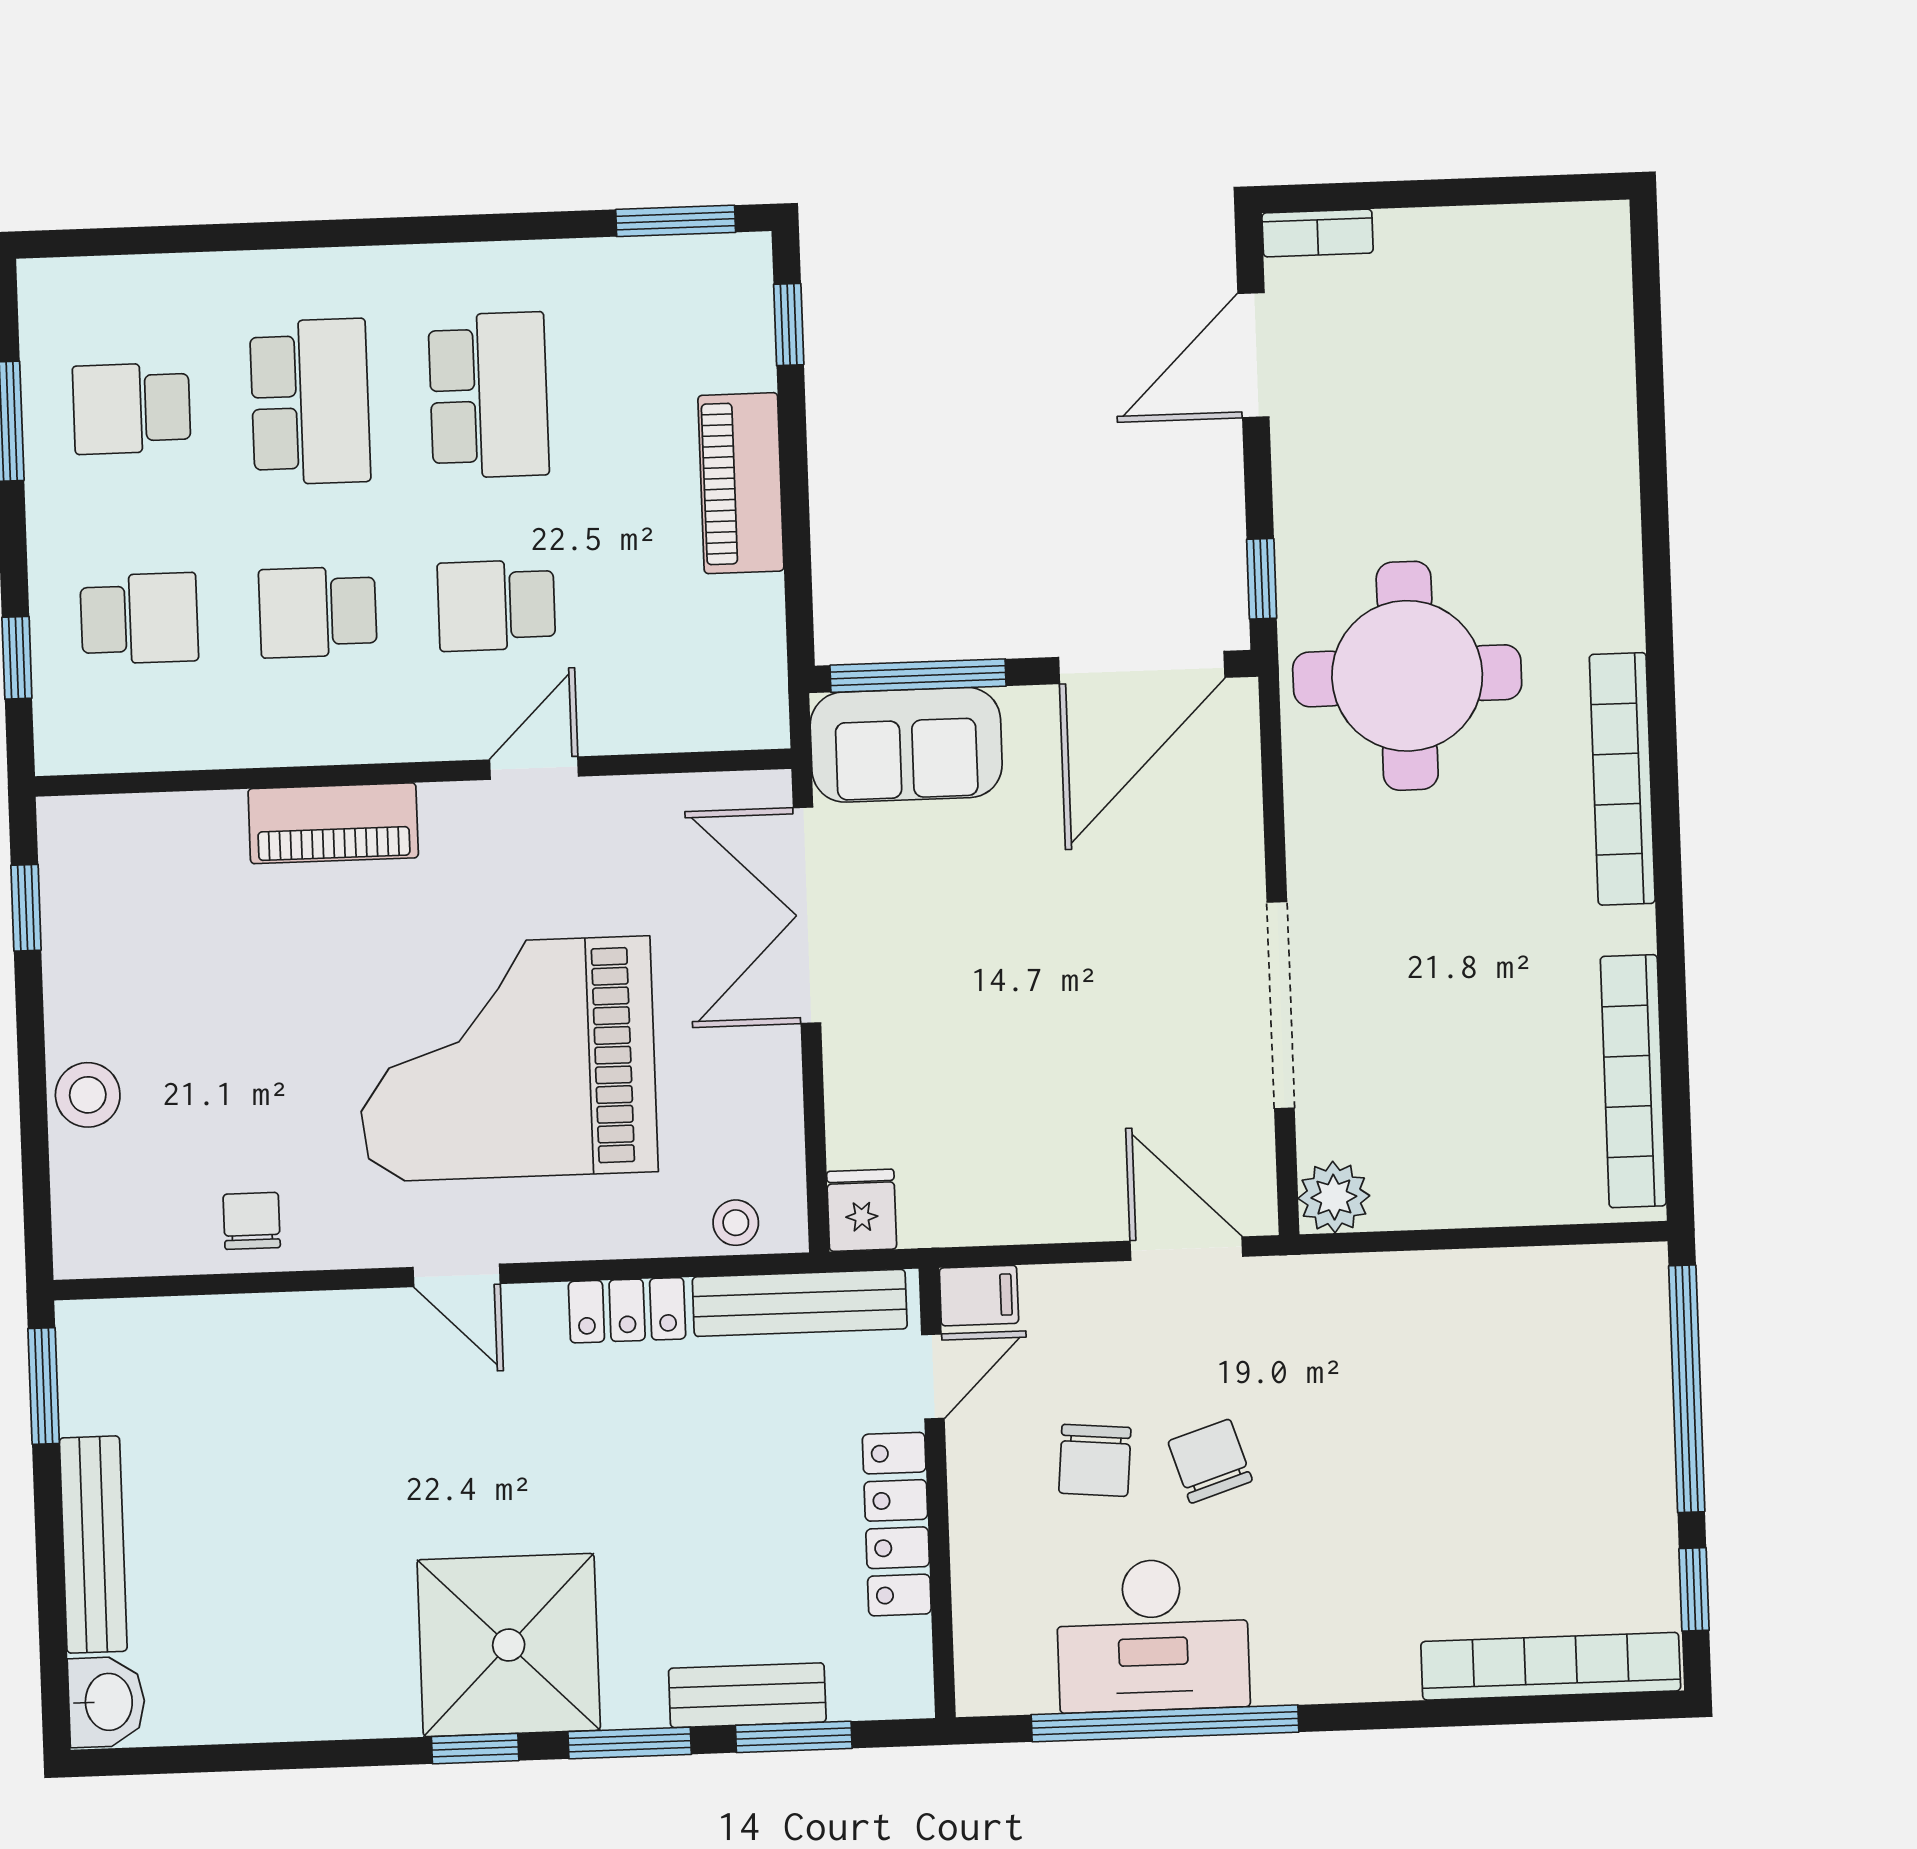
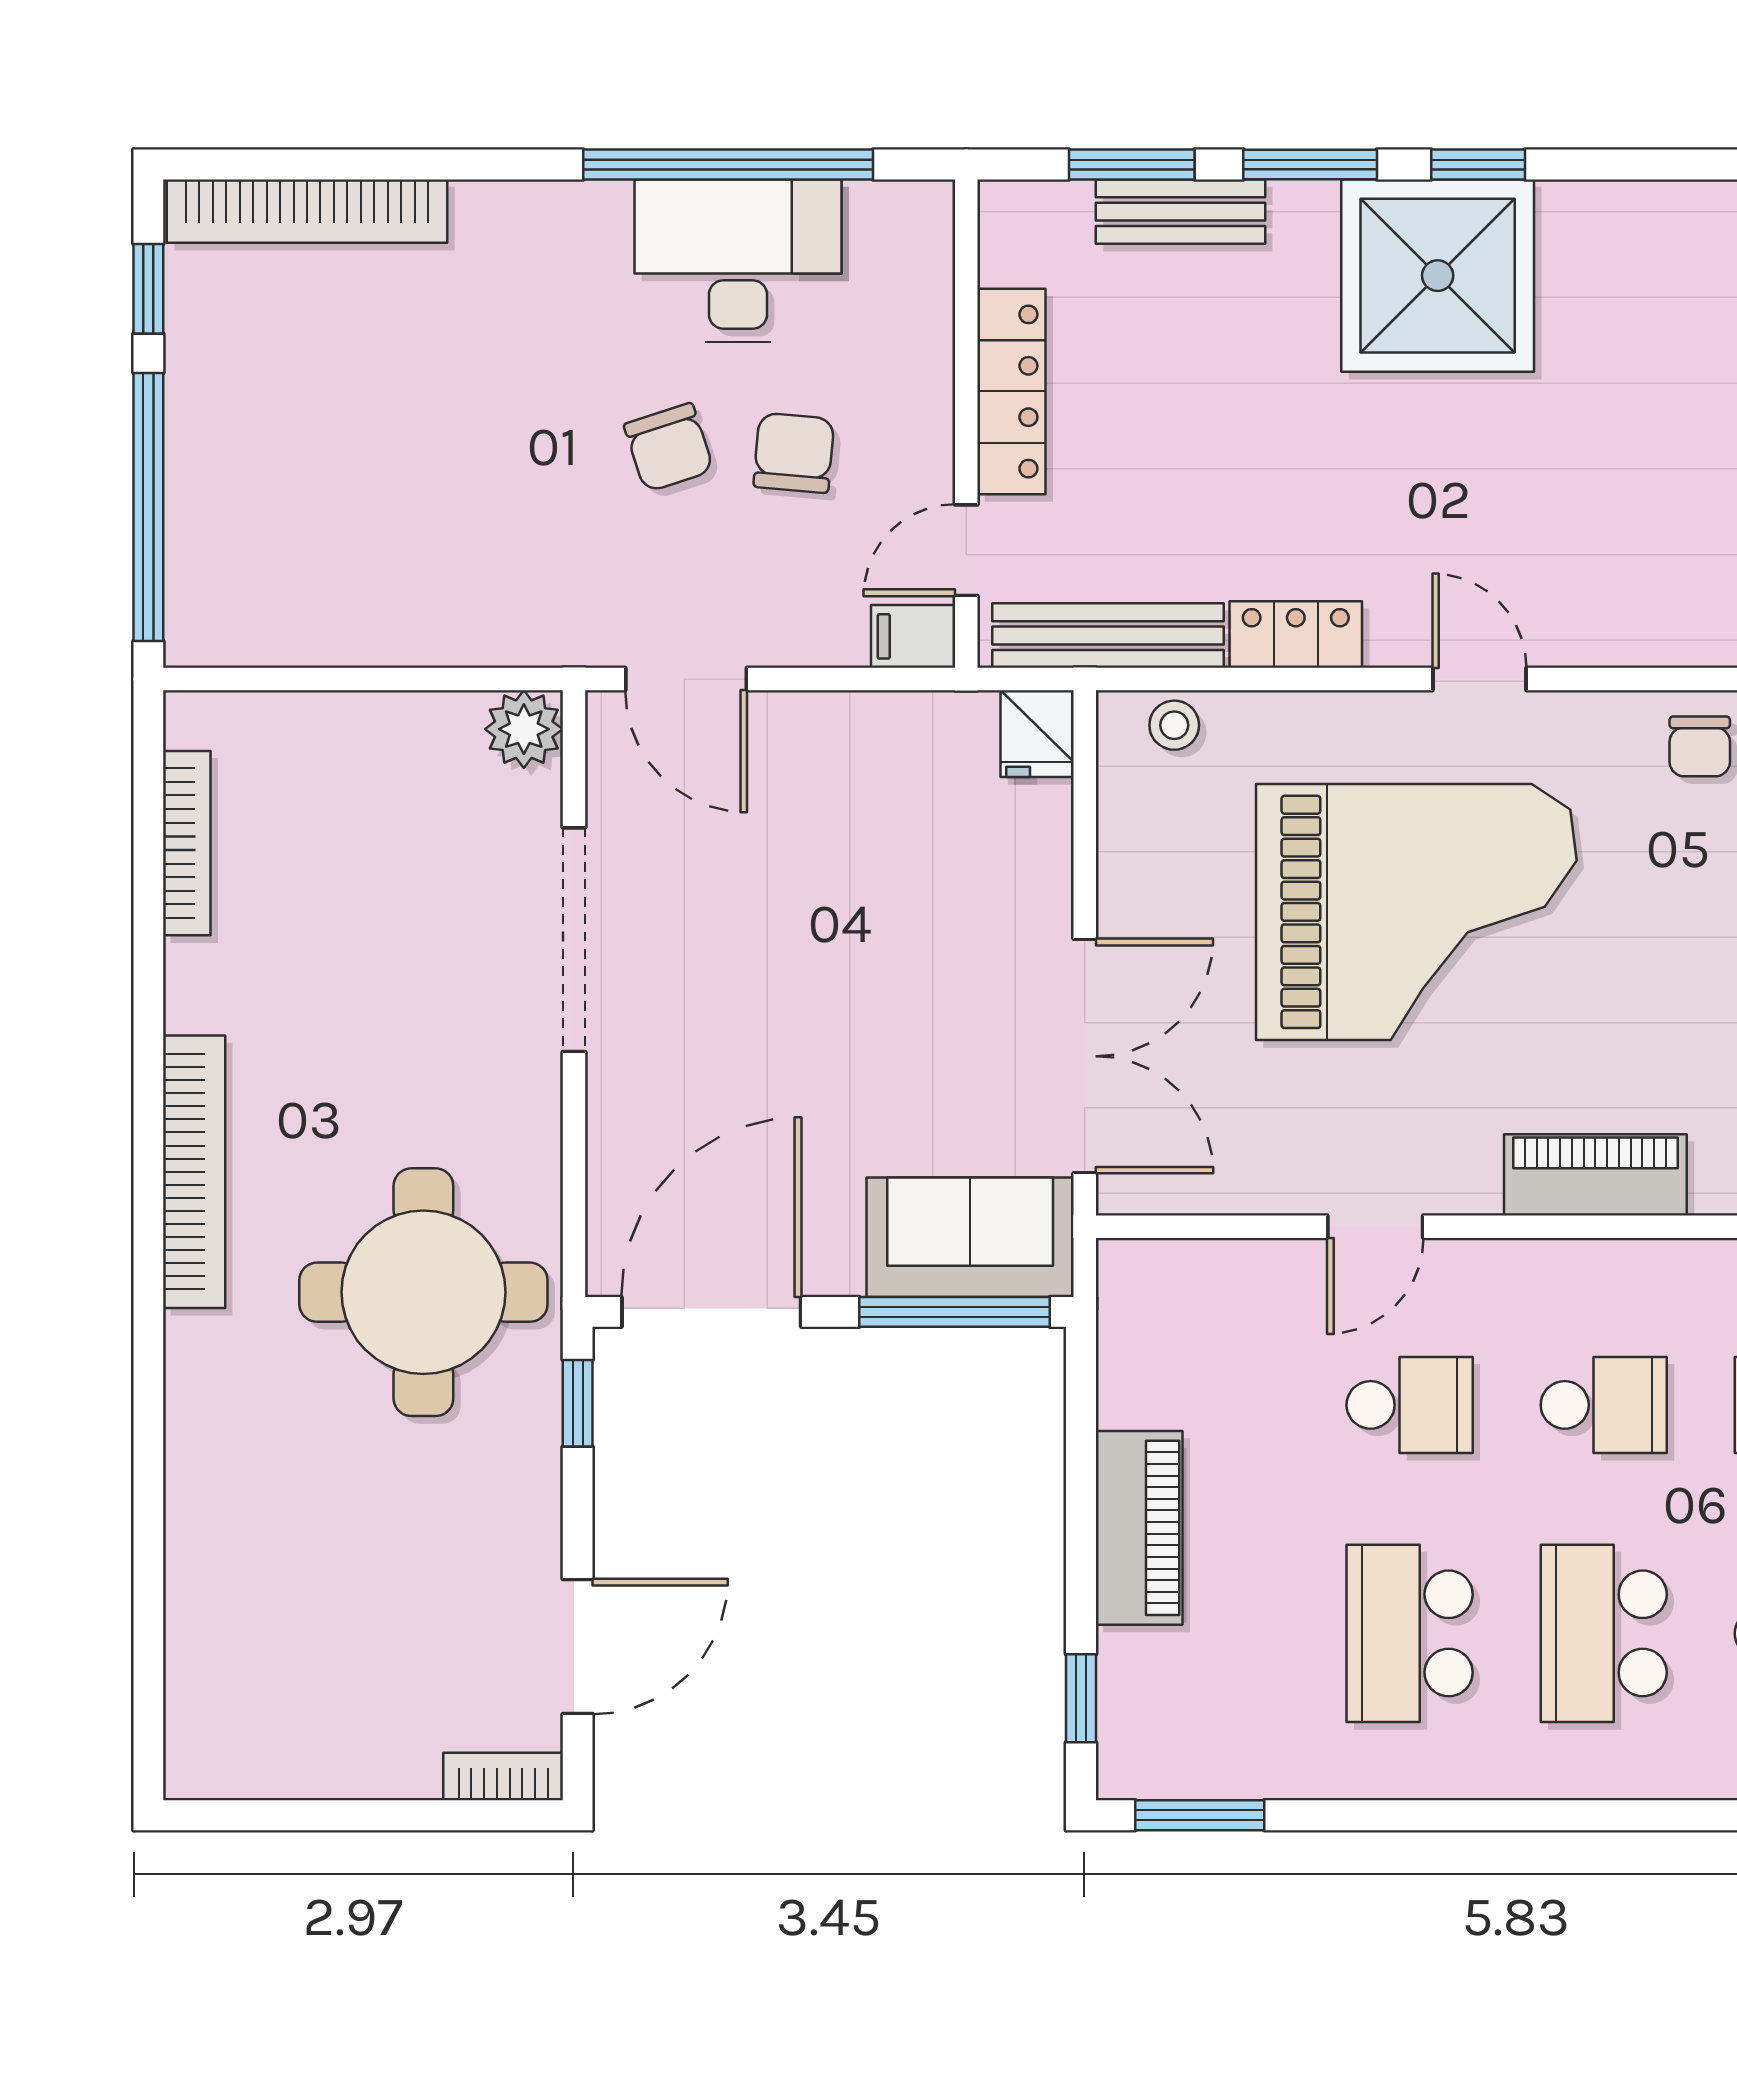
bookcase: (1633, 1081) -> (187, 843), width x0.68, depth x0.76

